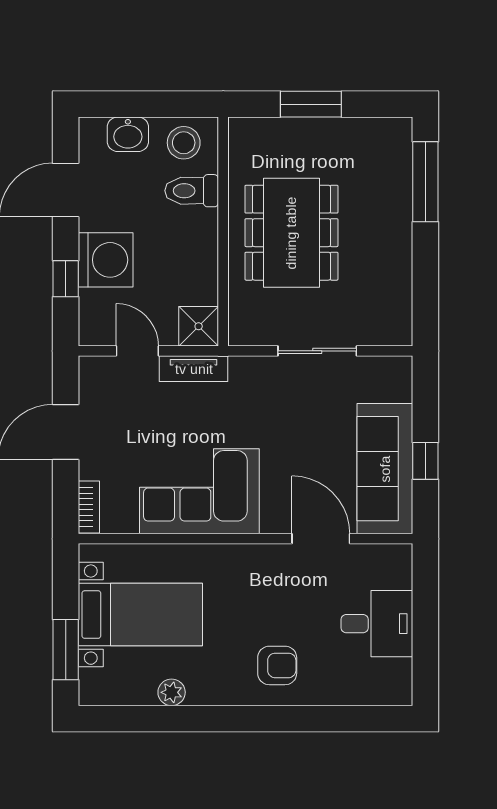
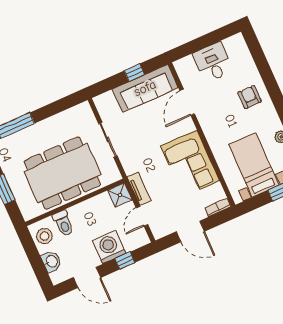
dining table: (291, 233) -> (62, 173), width x1.36, depth x1.24

